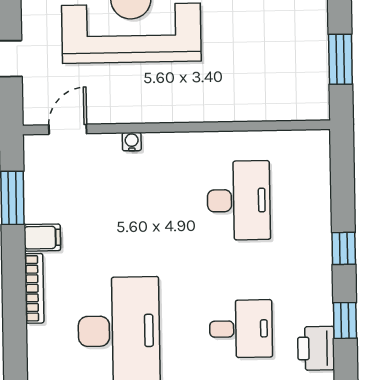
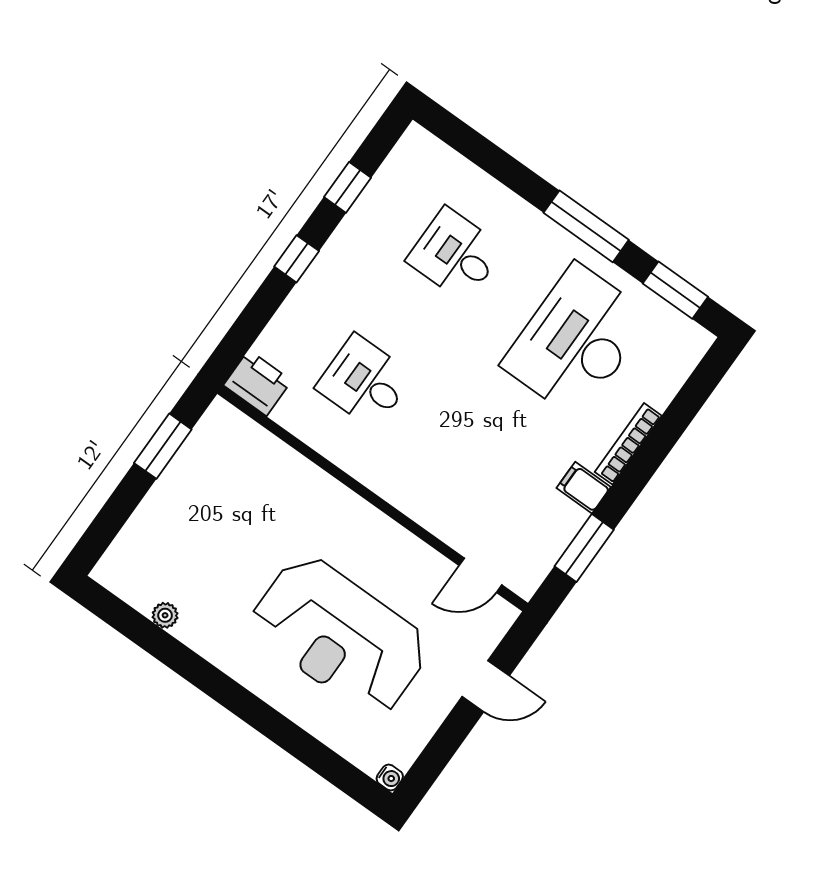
water cooler: (132, 142) -> (427, 517), removed
desk: (239, 200) -> (365, 382), width x0.73
printer: (316, 348) -> (258, 383), moved, turned -90

